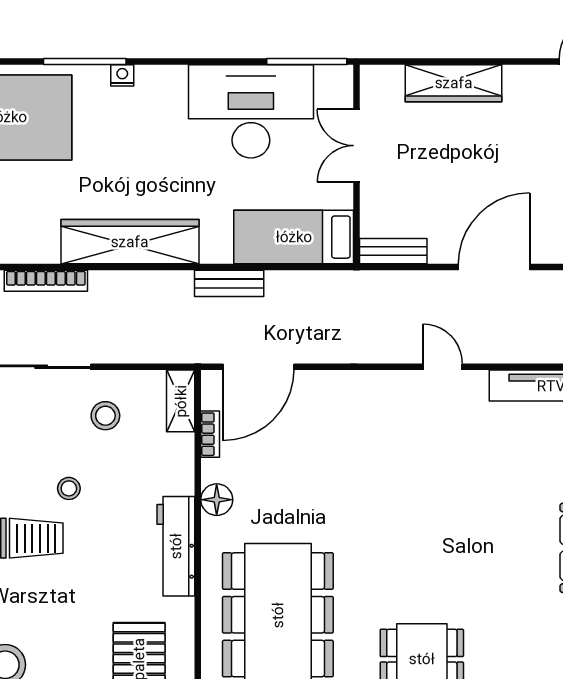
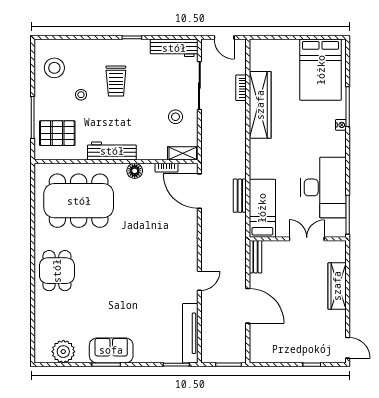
wardrobe: (130, 242) -> (260, 105), moved
bookcase: (46, 281) -> (241, 88), width x0.64
bench: (229, 283) -> (240, 196), moved
stool: (69, 488) -> (81, 95), moved

